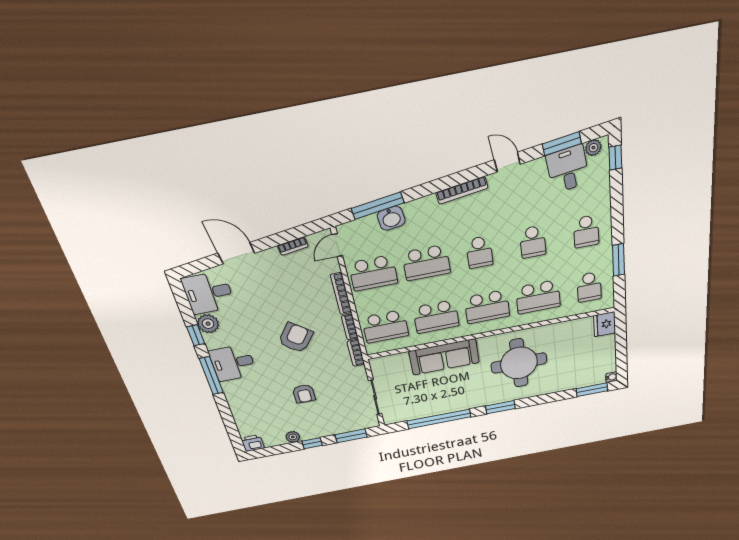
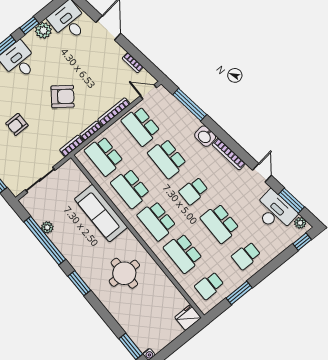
desk: (568, 169) -> (275, 212), width x1.37
washbasin: (391, 218) -> (205, 136), moved
school desk: (533, 242) -> (220, 223), width x1.85
round table: (519, 363) -> (124, 273), width x0.73, depth x0.73
plant: (427, 411) -> (47, 227), added

